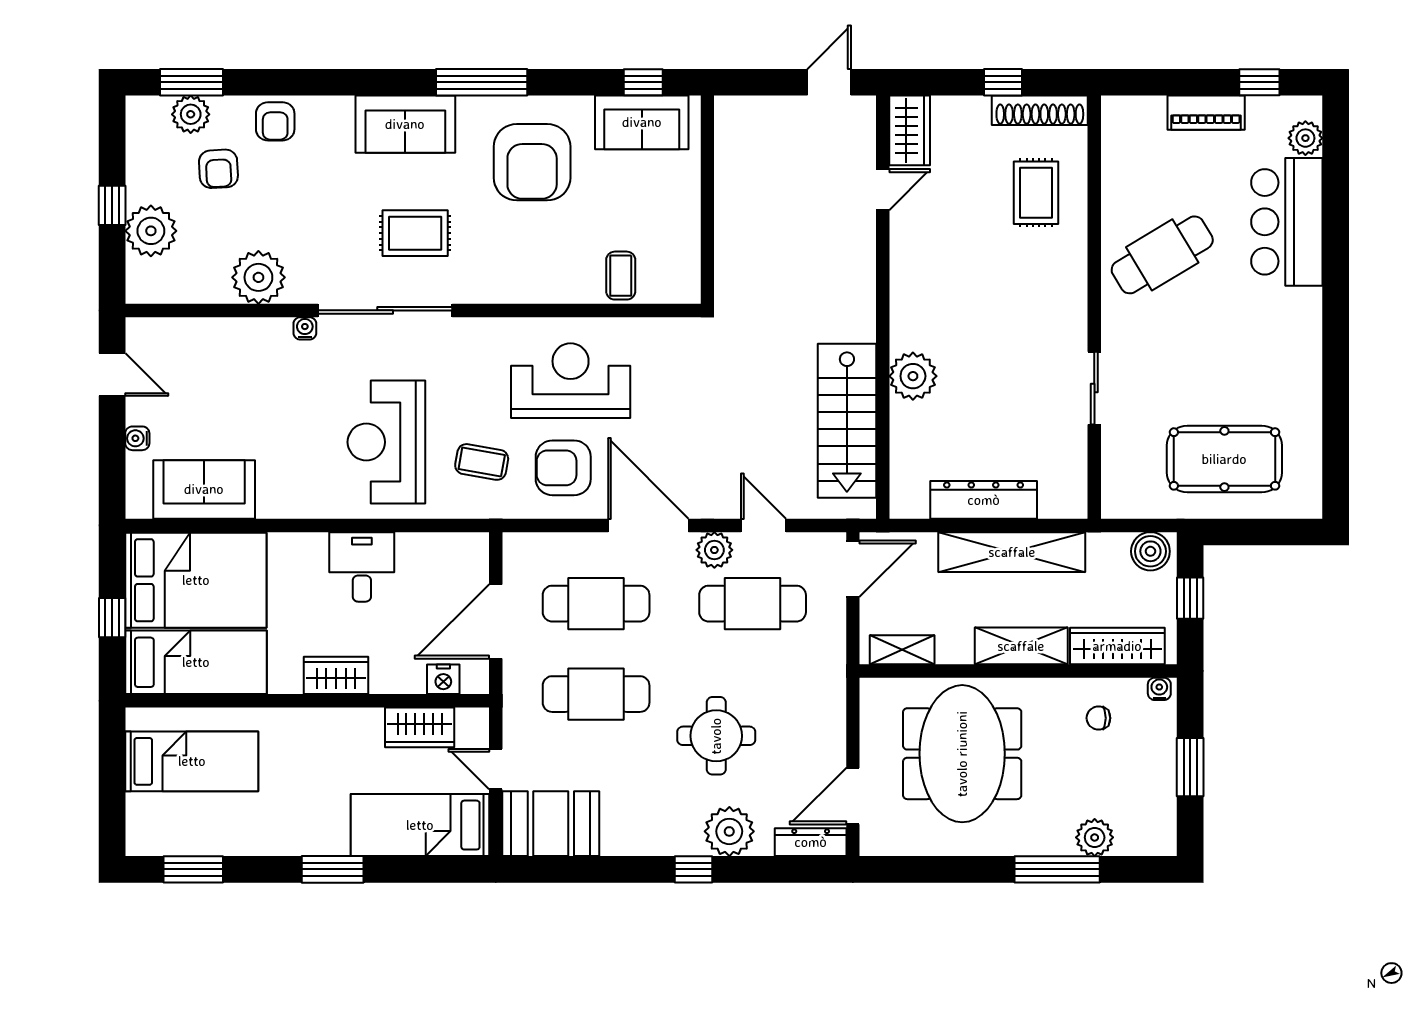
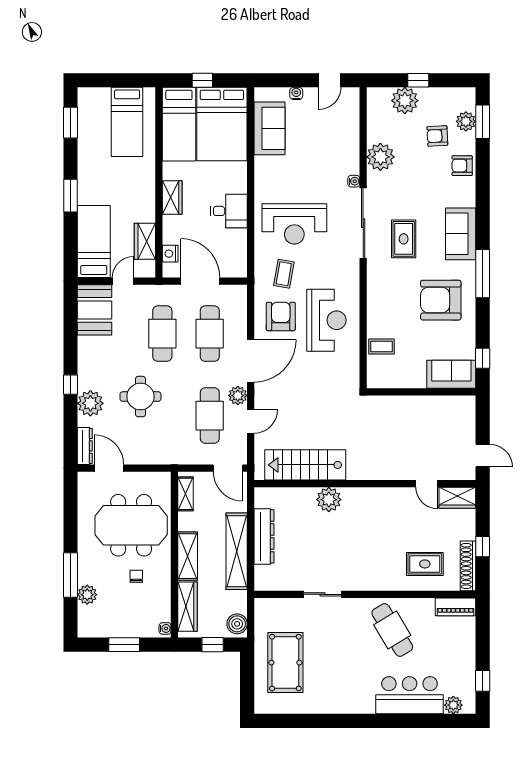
piano: (1206, 113) -> (456, 607), moved, turned -90
sofa: (642, 122) -> (451, 374), moved, turned 90
reception desk: (386, 442) -> (294, 224), turned 180
chair: (1098, 718) -> (136, 576), moved

